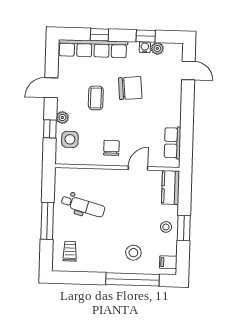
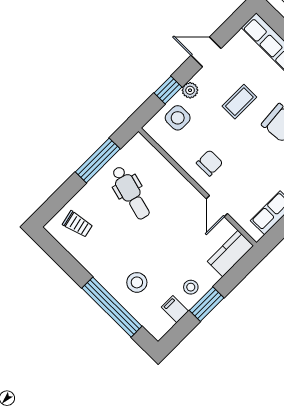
door: (138, 168) -> (217, 206), swing flipped
window: (47, 221) -> (98, 160), moved
trolley: (70, 251) -> (78, 224), turned 77
filing cabinet: (168, 262) -> (175, 309), moved

